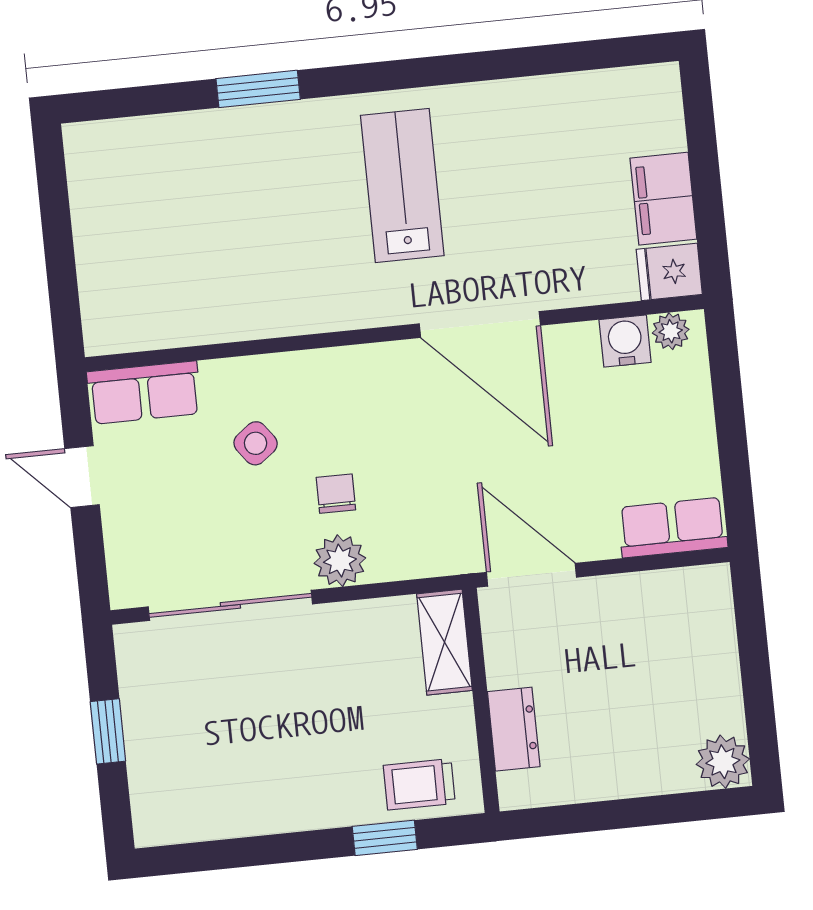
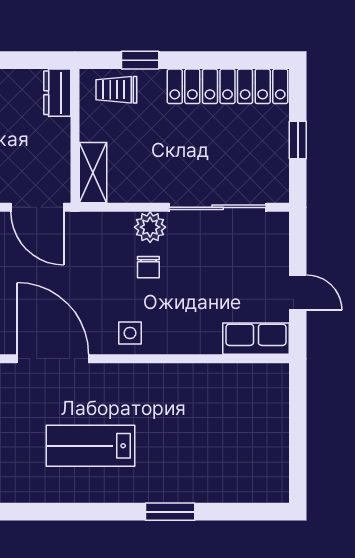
lab bench: (402, 186) -> (90, 446), turned 90
side table: (256, 443) -> (130, 333), moved, turned 37
dresser: (514, 729) -> (57, 93), moved
trolley: (419, 784) -> (116, 90), turned 180
locker: (234, 809) -> (228, 86), added

